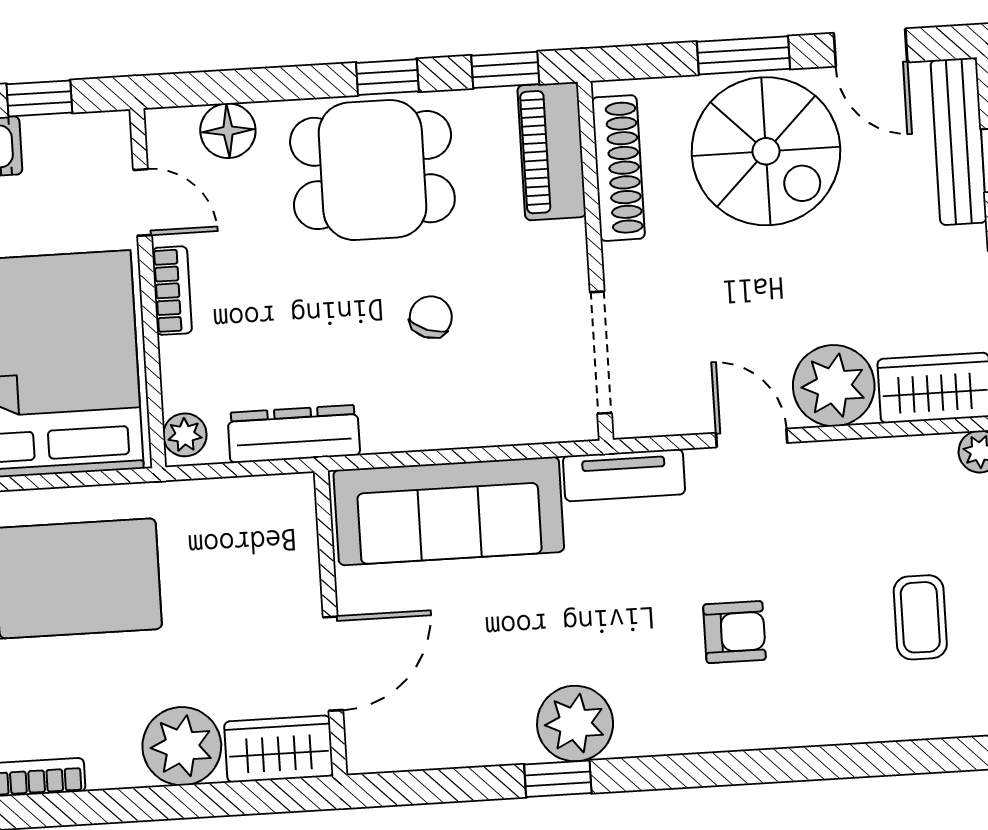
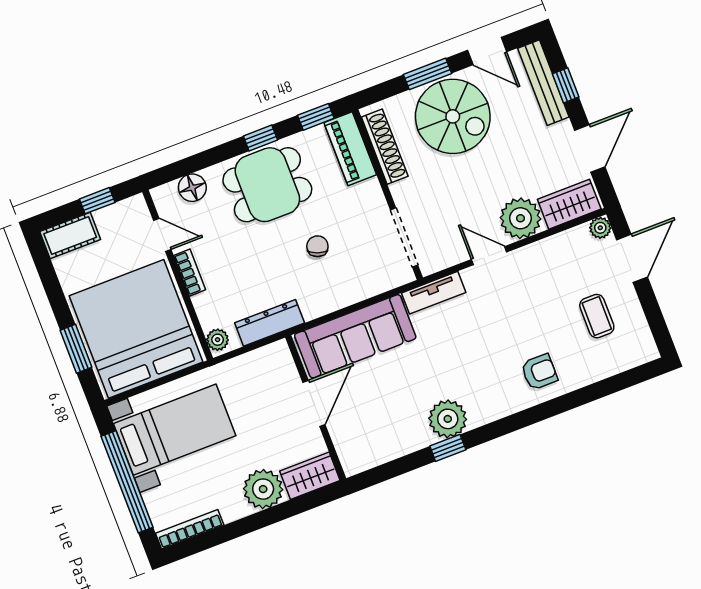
armchair: (735, 632) -> (539, 372), moved
door: (333, 664) -> (314, 403), moved

